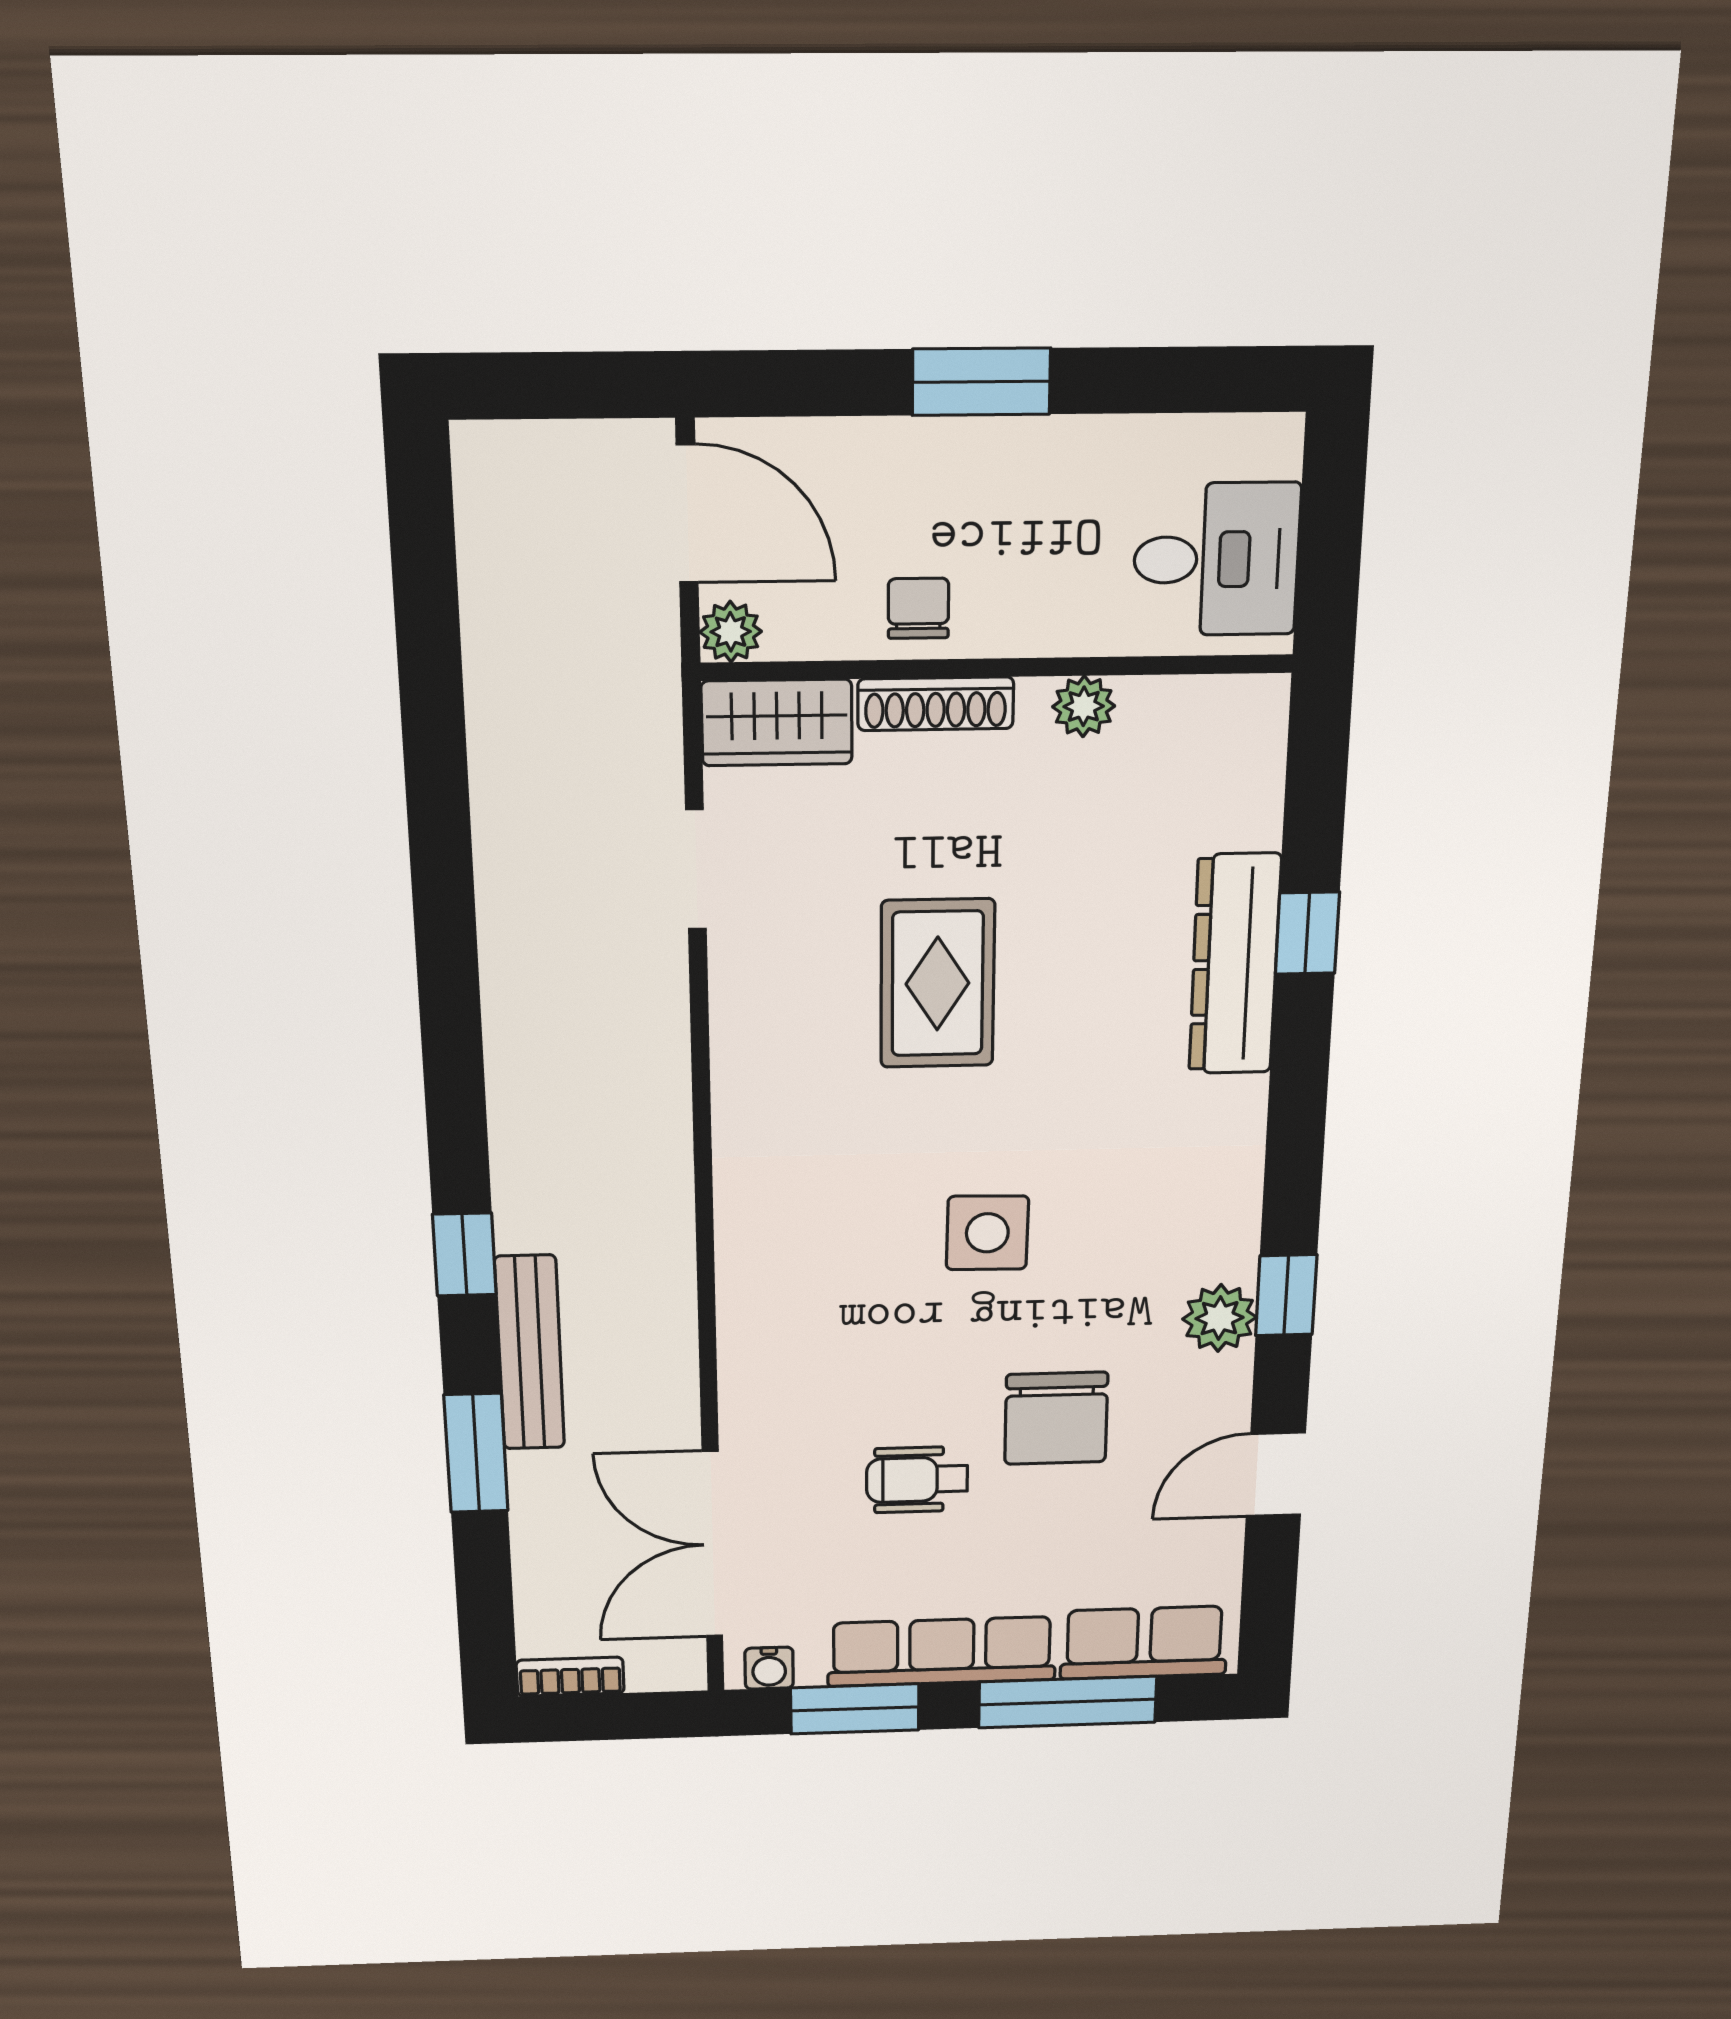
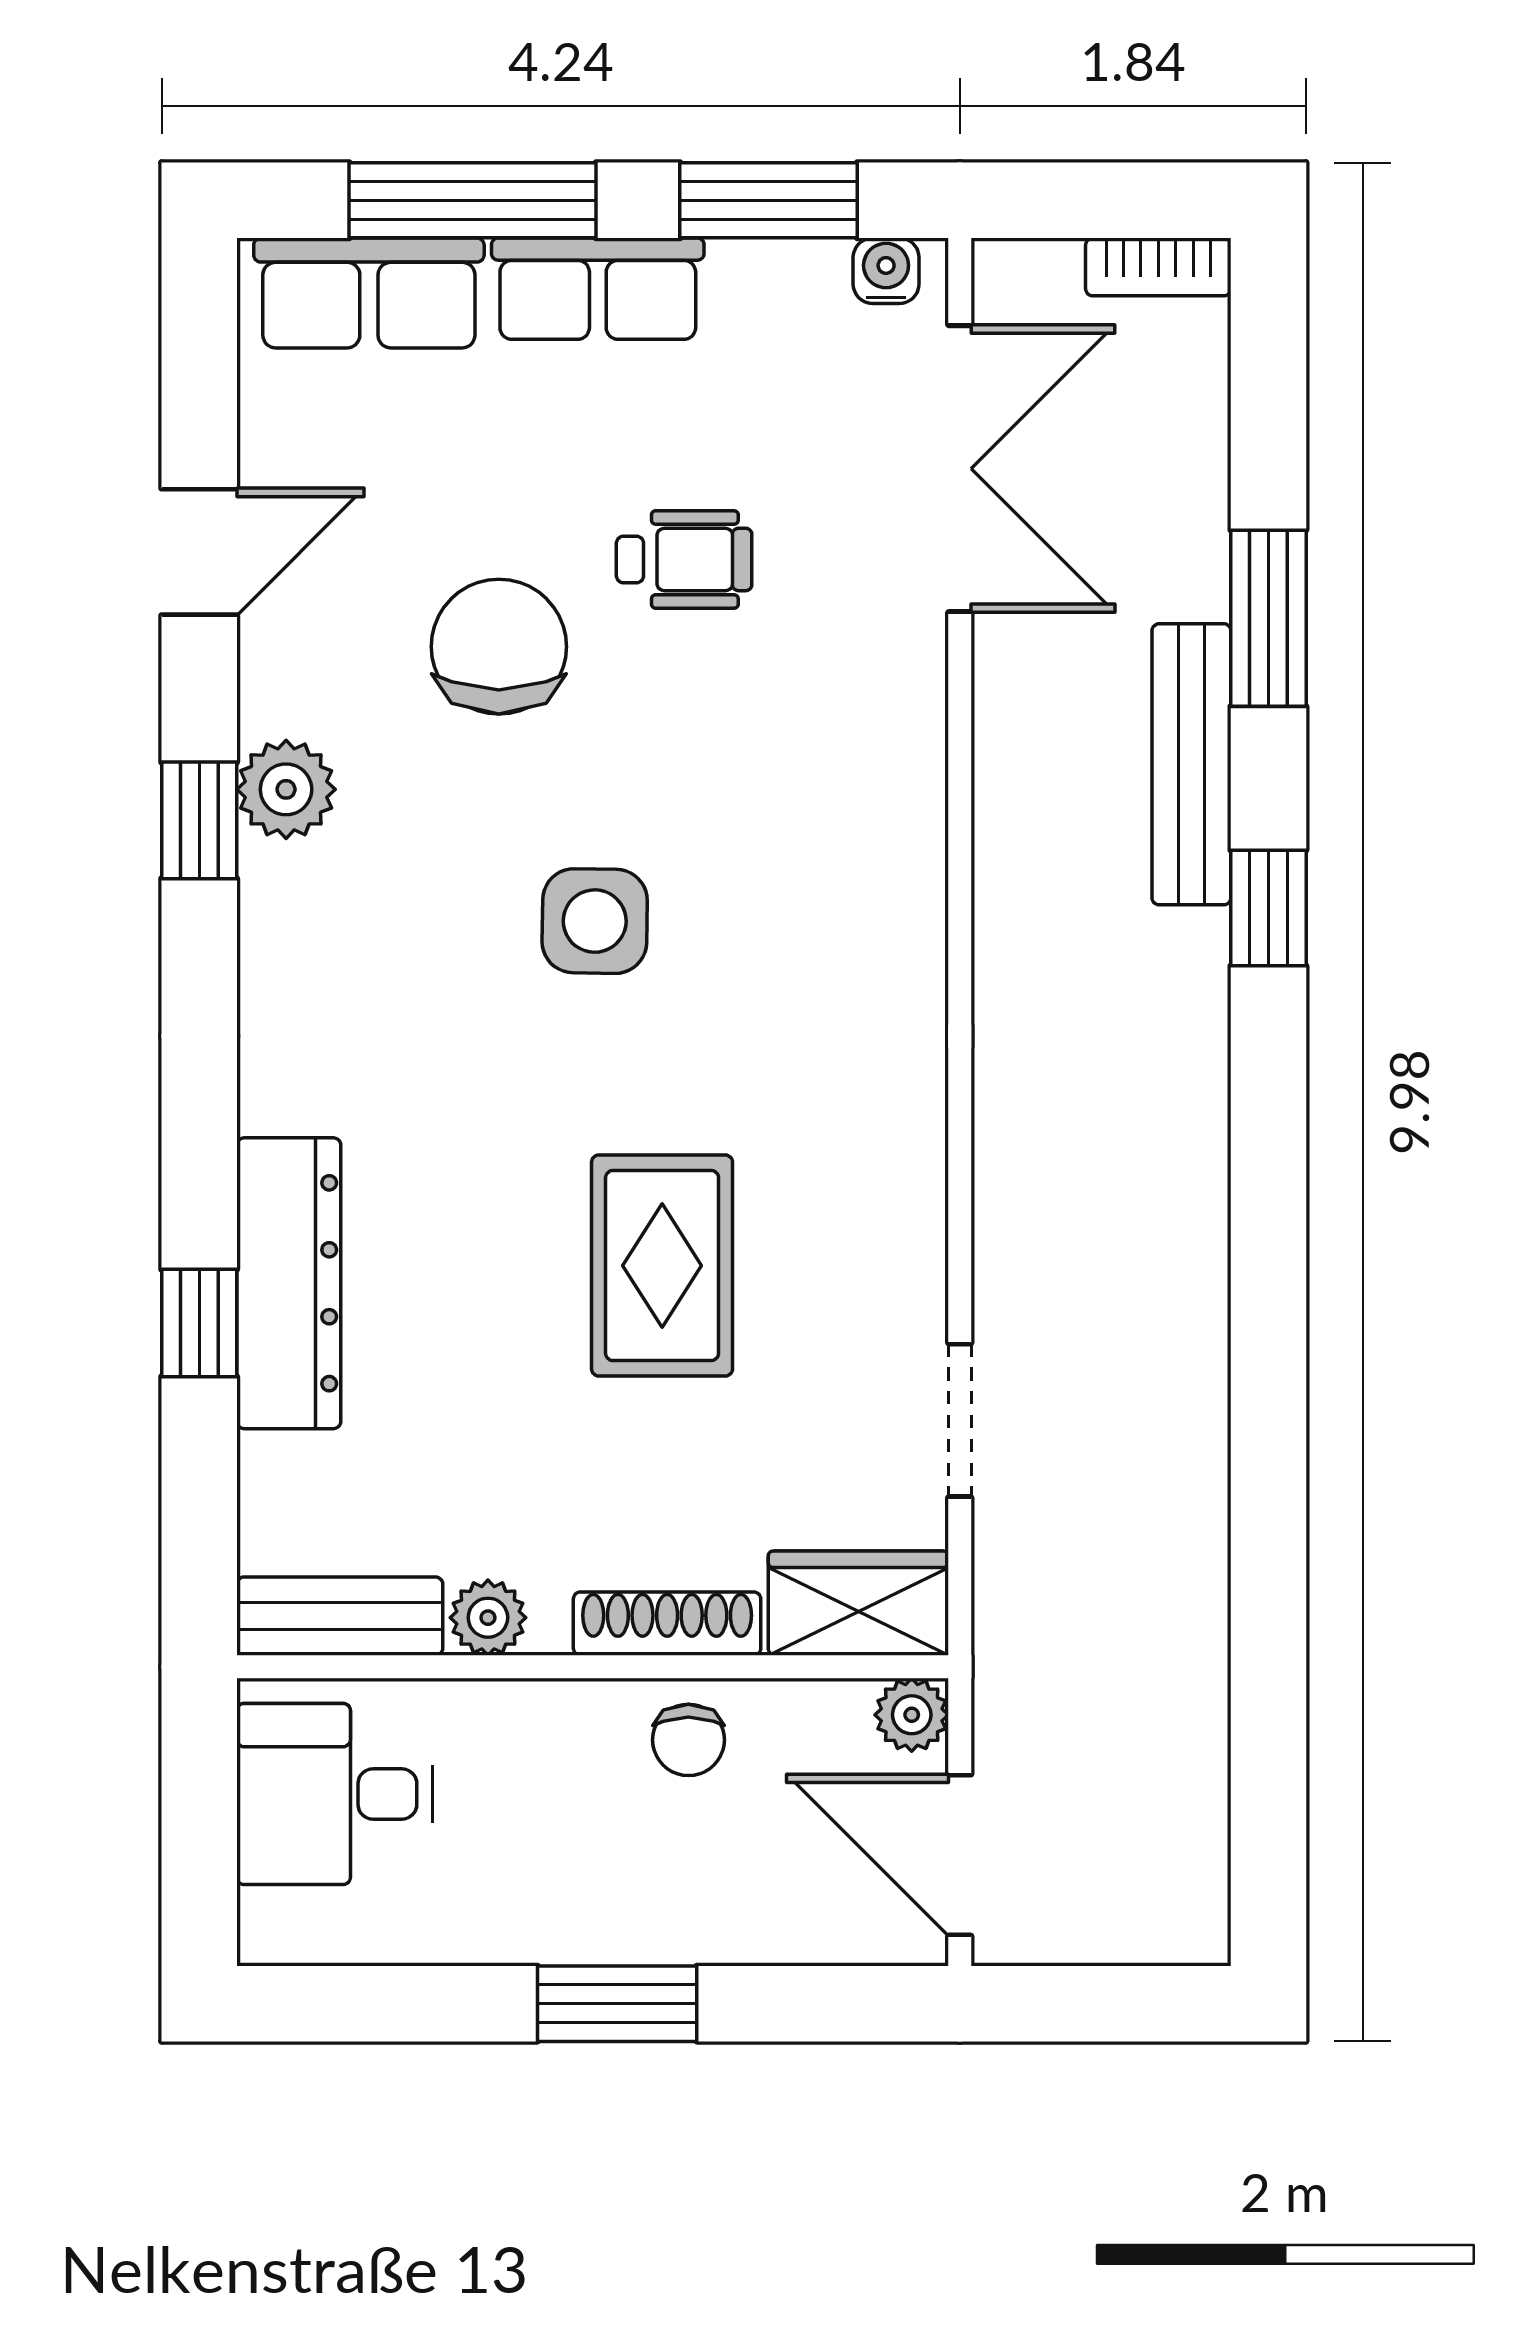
bench: (1206, 706) -> (340, 1616), added
row of seats: (942, 1652) -> (598, 289), width x0.68

